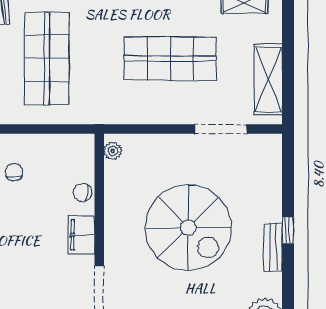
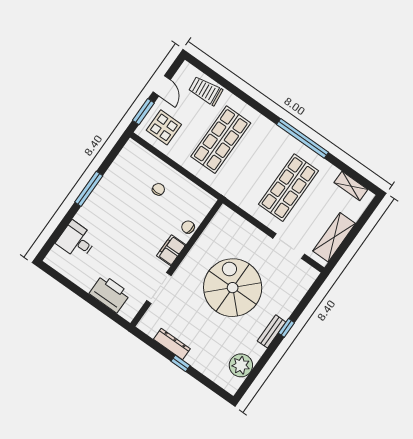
shop shelf: (170, 58) -> (288, 188), turned 90
plant: (113, 151) -> (221, 216), removed
spiral stairs: (188, 228) -> (233, 288), turned 180

